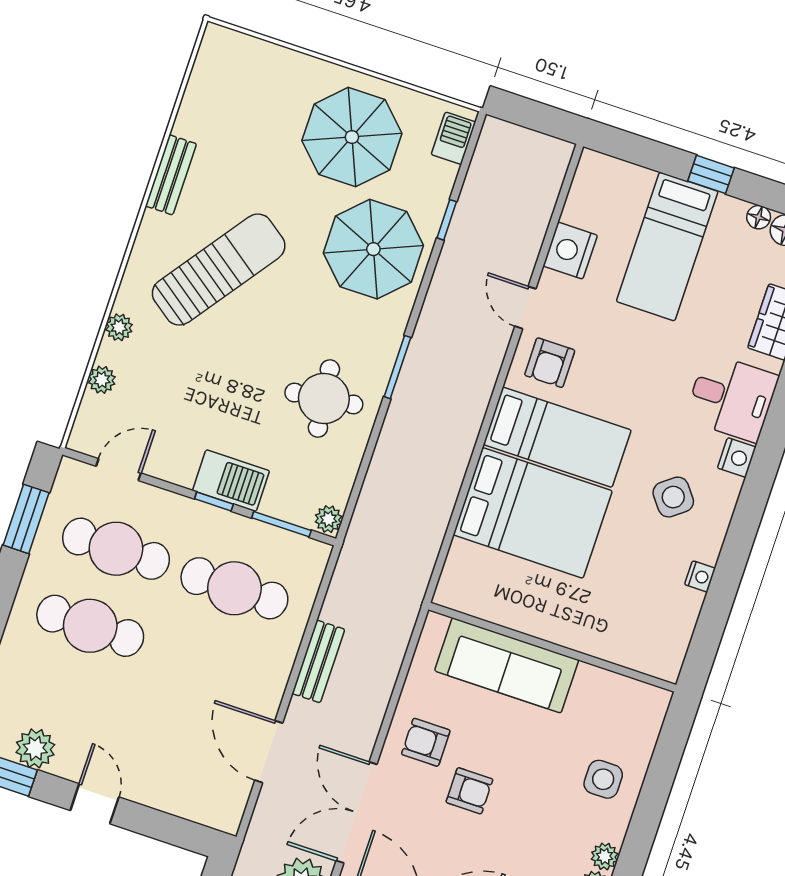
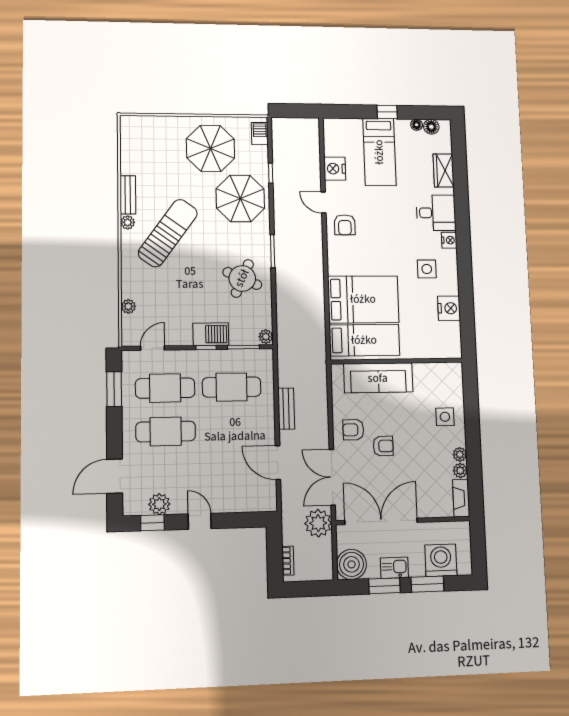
plant: (119, 327) -> (128, 222), moved
round table: (324, 399) -> (242, 278), turned 31
bed: (557, 437) -> (364, 340), moved
side table: (673, 497) -> (427, 269), turned 38
nightstand: (700, 576) -> (449, 308), width x1.89, depth x1.79

